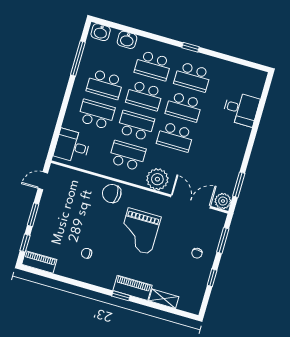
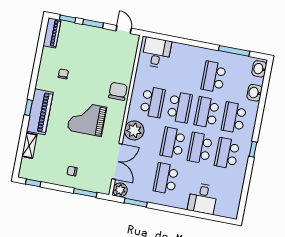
school desk: (96, 114) -> (166, 178), moved, turned 180
window: (212, 278) -> (33, 183), moved
piano: (133, 288) -> (40, 112), width x1.37, depth x1.33

